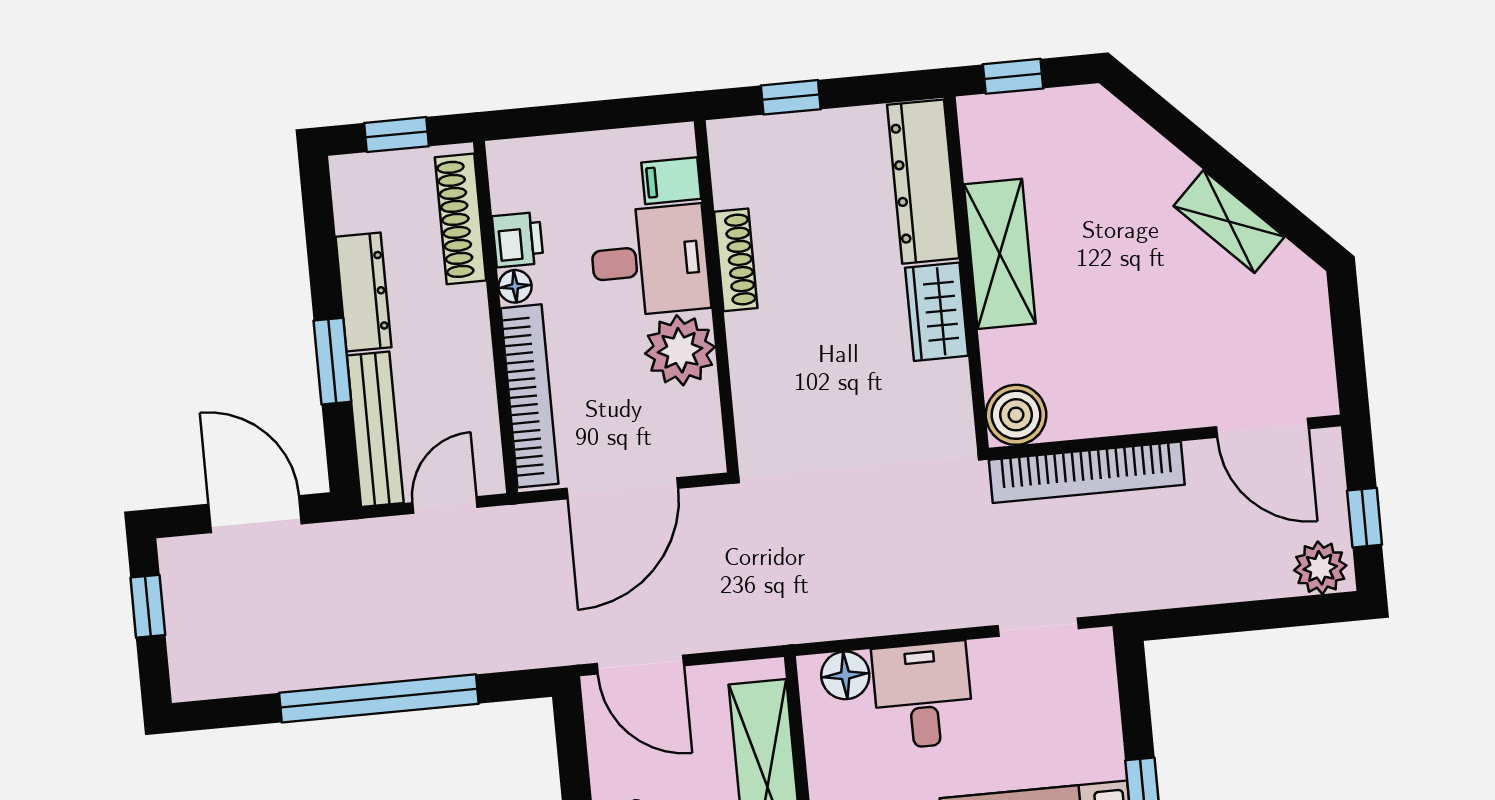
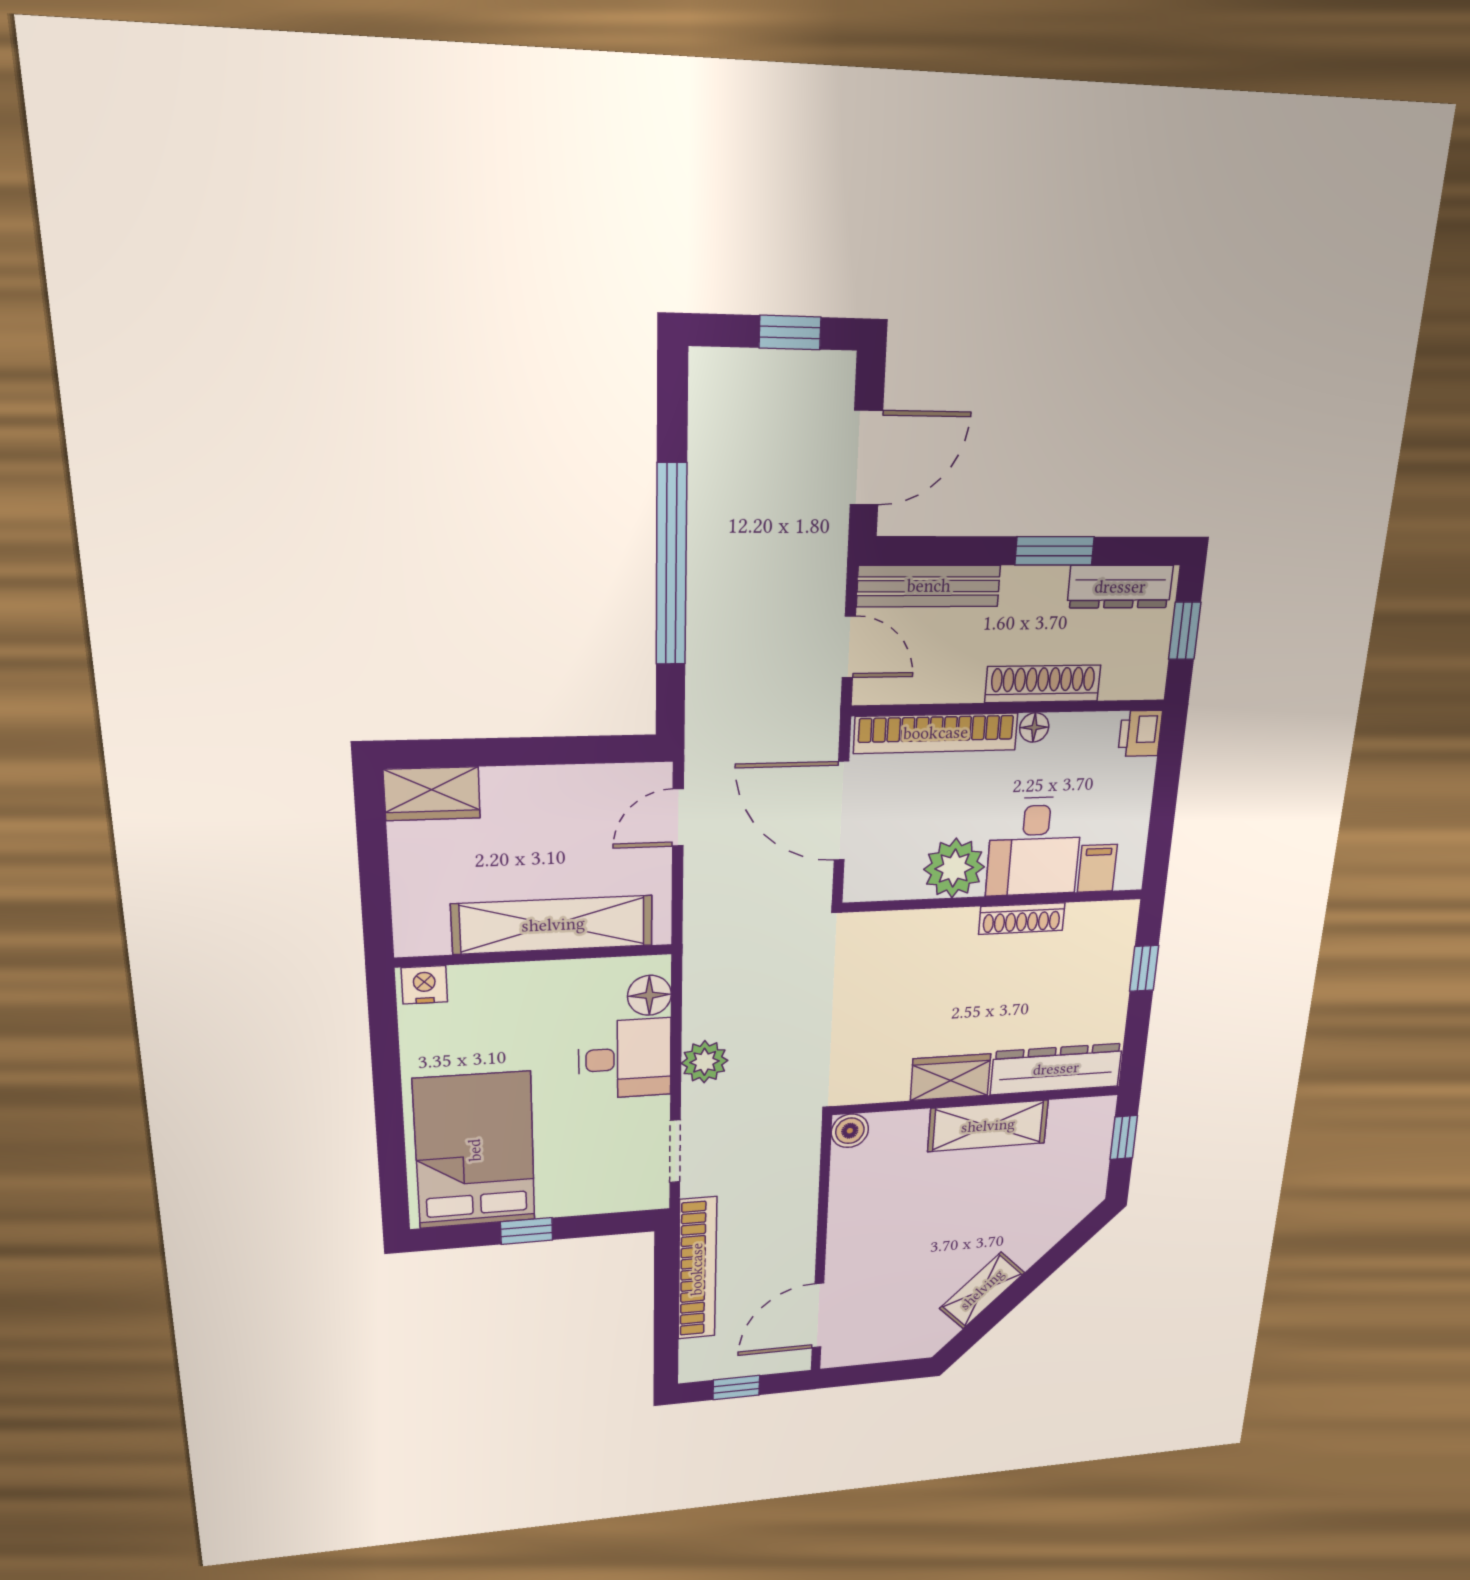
shoe rack: (460, 219) -> (1043, 684), moved
printer: (518, 240) -> (1140, 733), moved, turned 90
dresser: (363, 292) -> (1120, 587), moved
window: (332, 361) -> (1055, 551), moved
boiler: (1016, 415) -> (850, 1131), width x0.73, depth x0.73
bookcase: (1087, 472) -> (697, 1269), moved, turned 180
plant: (1320, 568) -> (705, 1062), moved
door: (640, 665) -> (678, 818), width x0.73

